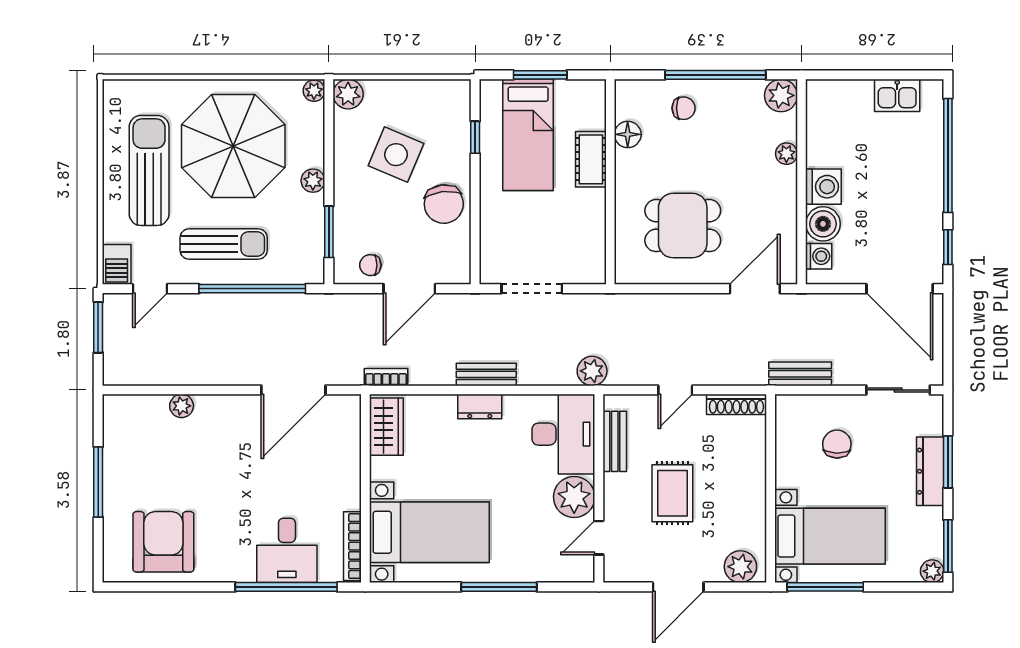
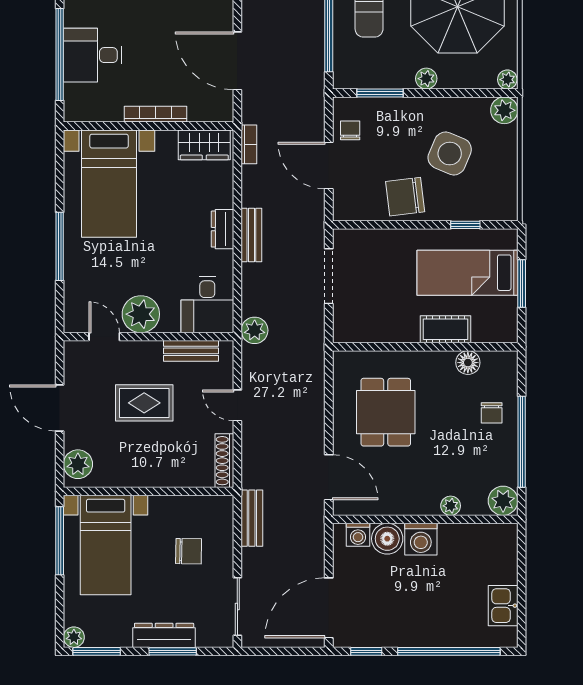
desk: (563, 434) -> (207, 304), width x0.73
bookcase: (352, 546) -> (156, 114), moved

